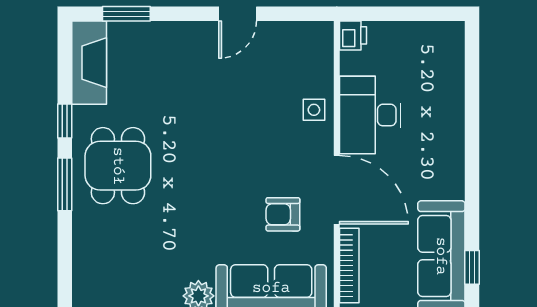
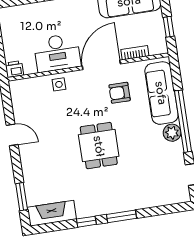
dining table: (118, 166) -> (99, 146), moved, turned 90
armchair: (283, 214) -> (120, 93), turned 90
bookcase: (349, 265) -> (135, 53), width x0.64

